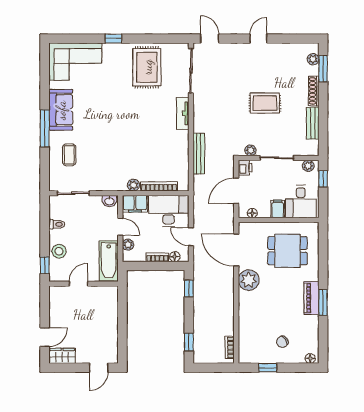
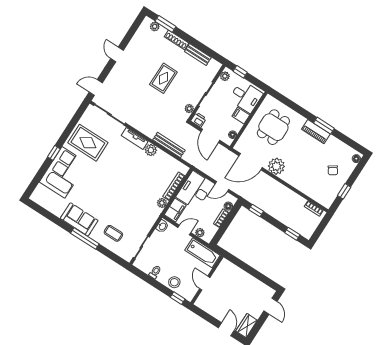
corner sofa: (75, 62) -> (63, 172), moved
plant: (181, 138) -> (151, 150), added

